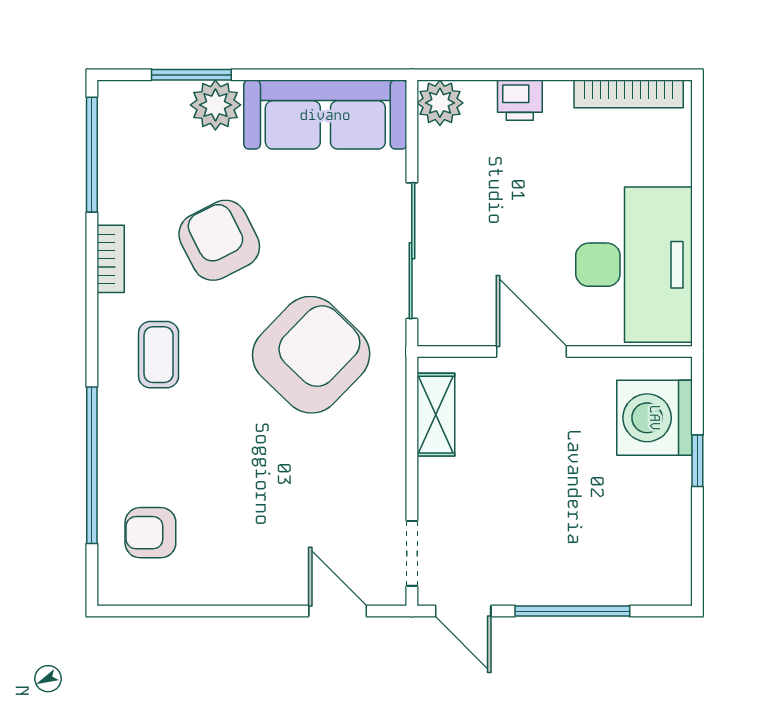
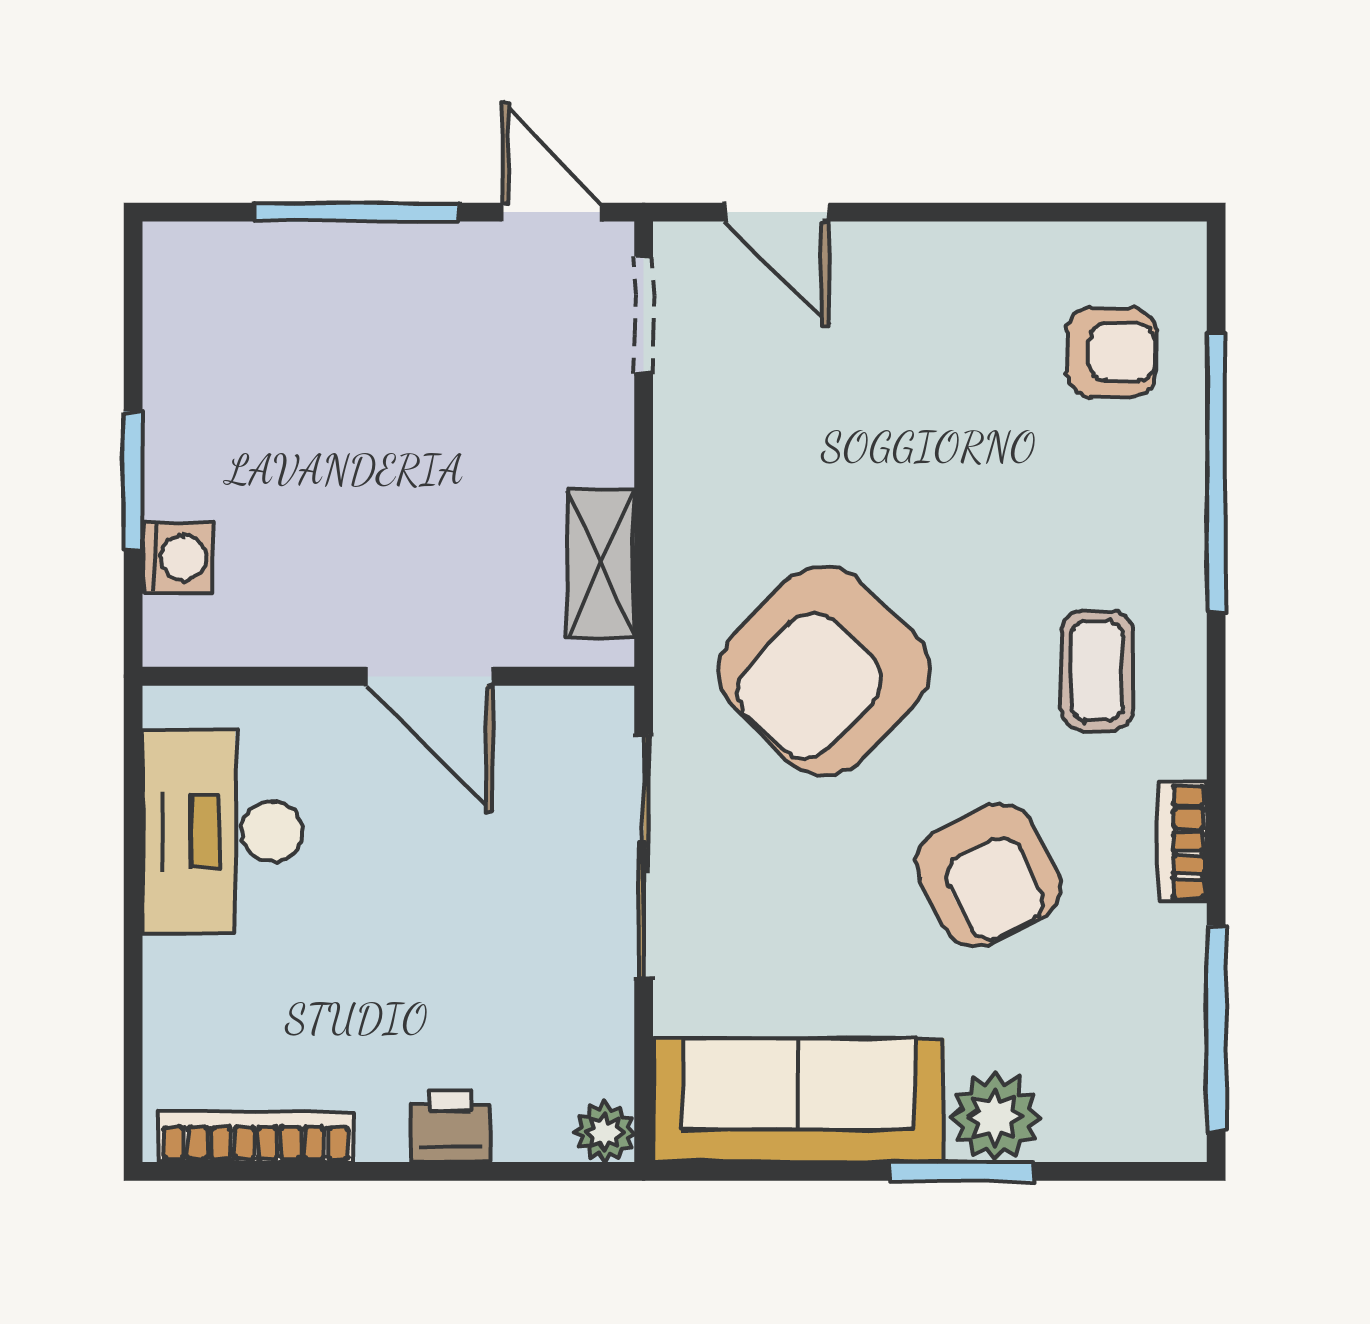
window: (191, 75) -> (962, 1171), moved
plant: (440, 103) -> (605, 1132), width x0.73, depth x0.73
desk: (634, 265) -> (222, 832), width x0.73, depth x0.77
washing machine: (655, 418) -> (178, 558), width x0.53, depth x0.53
window: (697, 461) -> (133, 481), width x1.50

